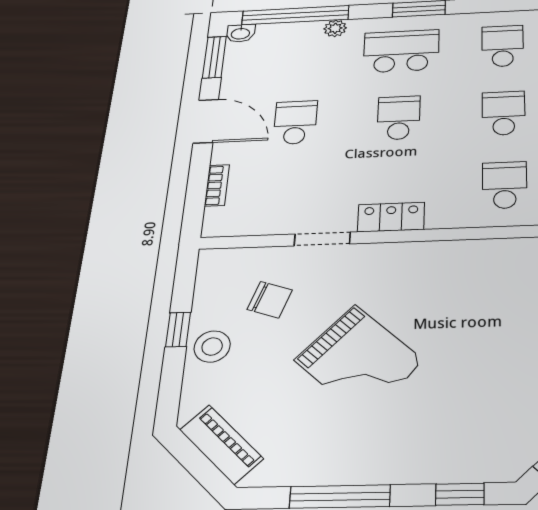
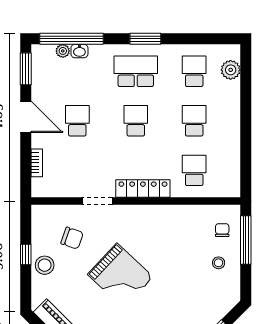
plant: (335, 28) -> (63, 51), moved
washbasin: (240, 33) -> (79, 51), moved
locker: (391, 217) -> (143, 189), width x1.53

